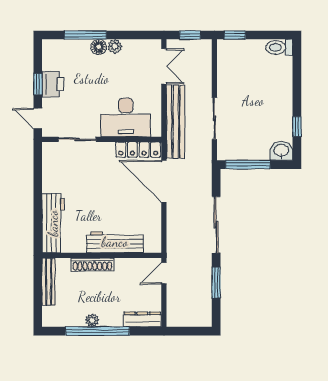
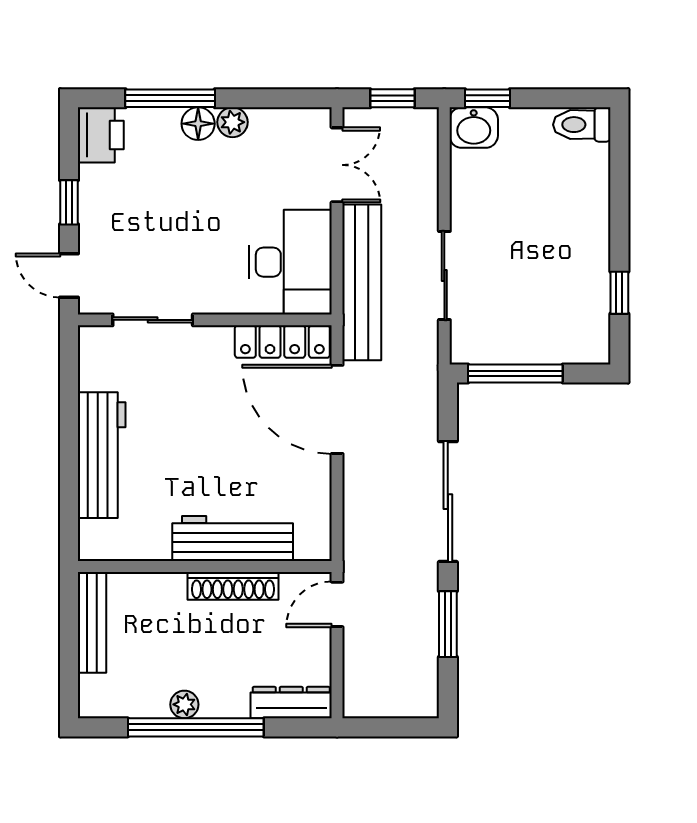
printer: (53, 84) -> (101, 135), moved
desk: (126, 117) -> (291, 262), moved, turned -90
washbasin: (281, 151) -> (474, 128), moved, turned 180
workbench: (53, 223) -> (102, 455), moved
shoe rack: (92, 265) -> (233, 586), moved

